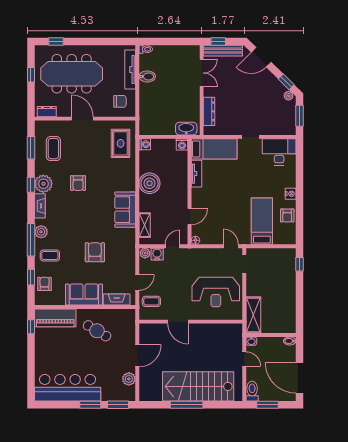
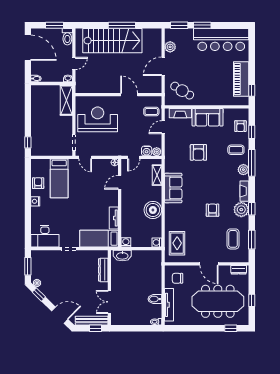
piano: (55, 318) -> (241, 79), moved, turned -90
cafe table: (97, 331) -> (182, 91), moved
door: (244, 359) -> (74, 63), swing flipped

